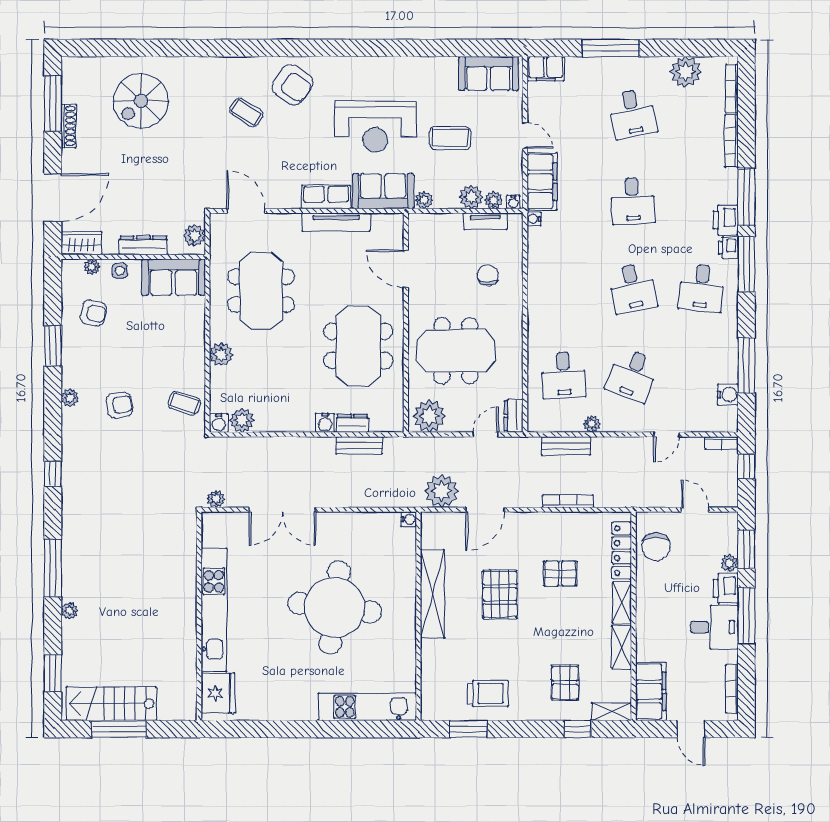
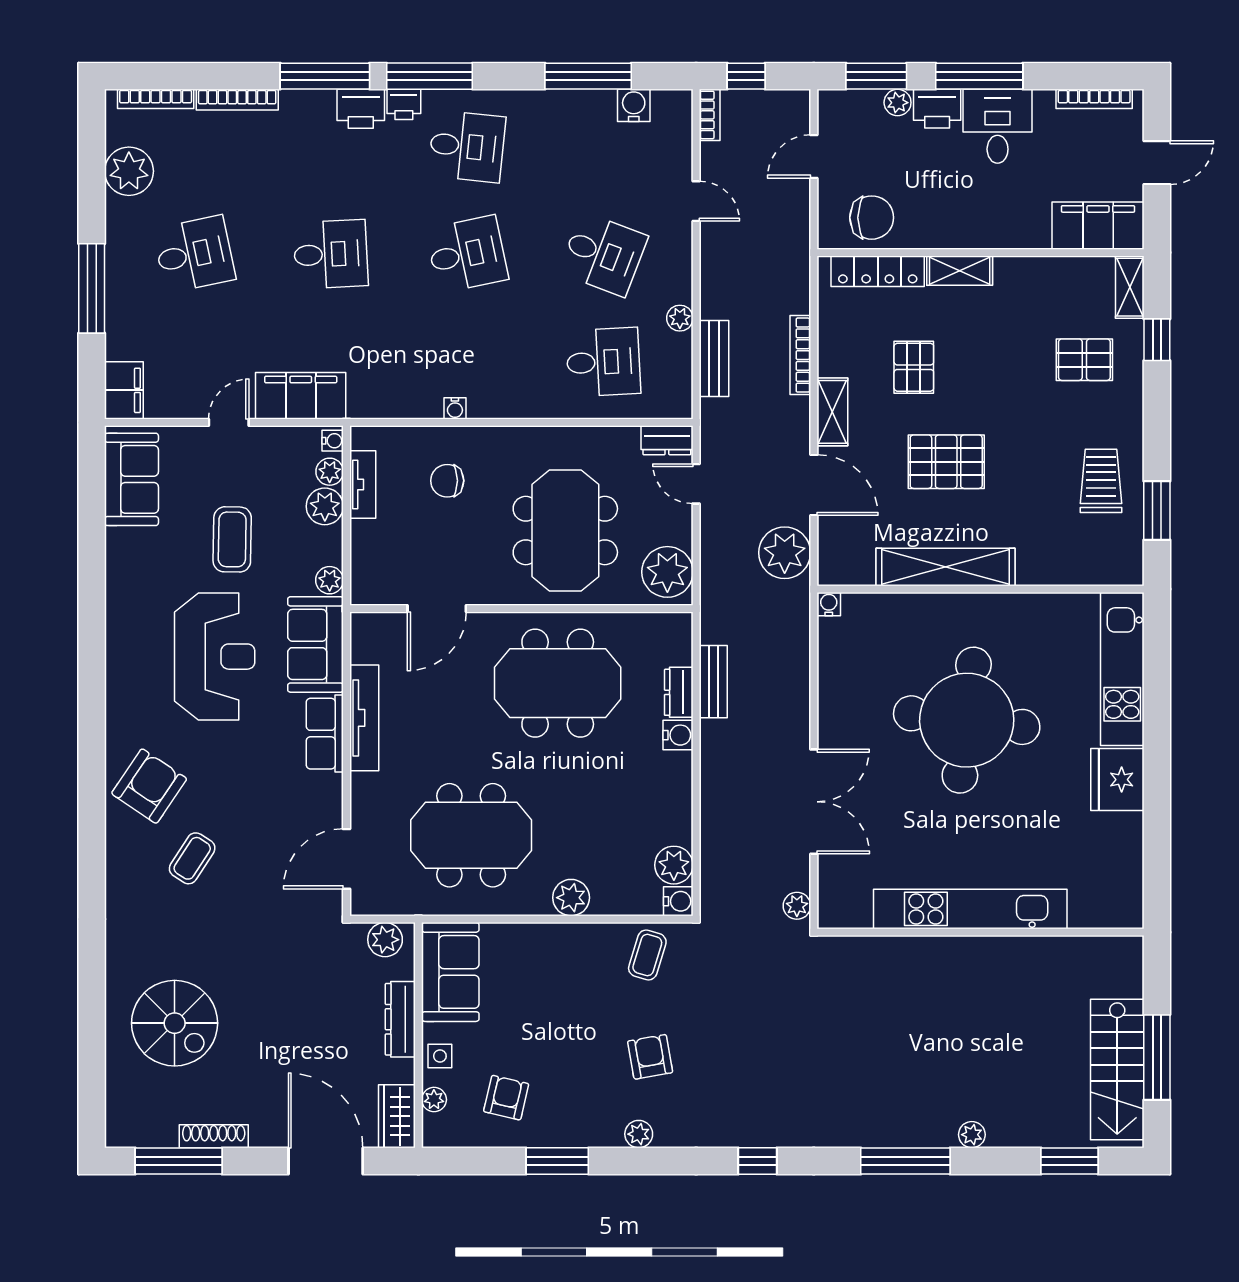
water cooler: (534, 219) -> (455, 408), moved
shelving: (622, 647) -> (832, 412), moved, turned 90
fridge: (218, 693) -> (1117, 780), moved, turned -90

